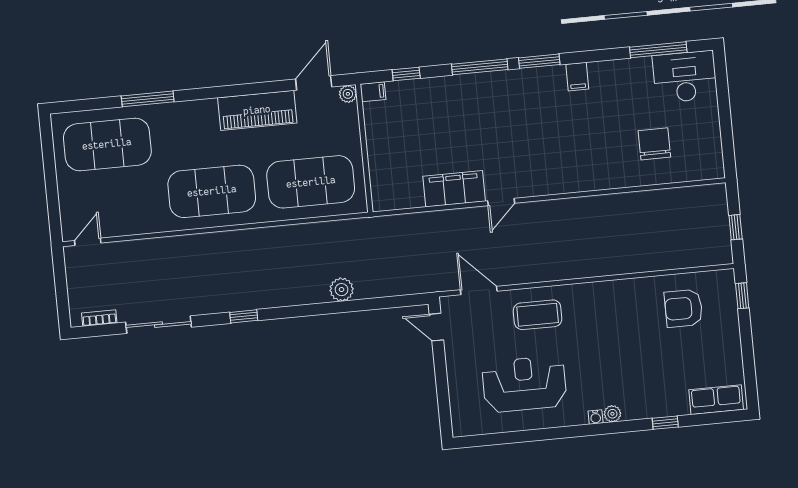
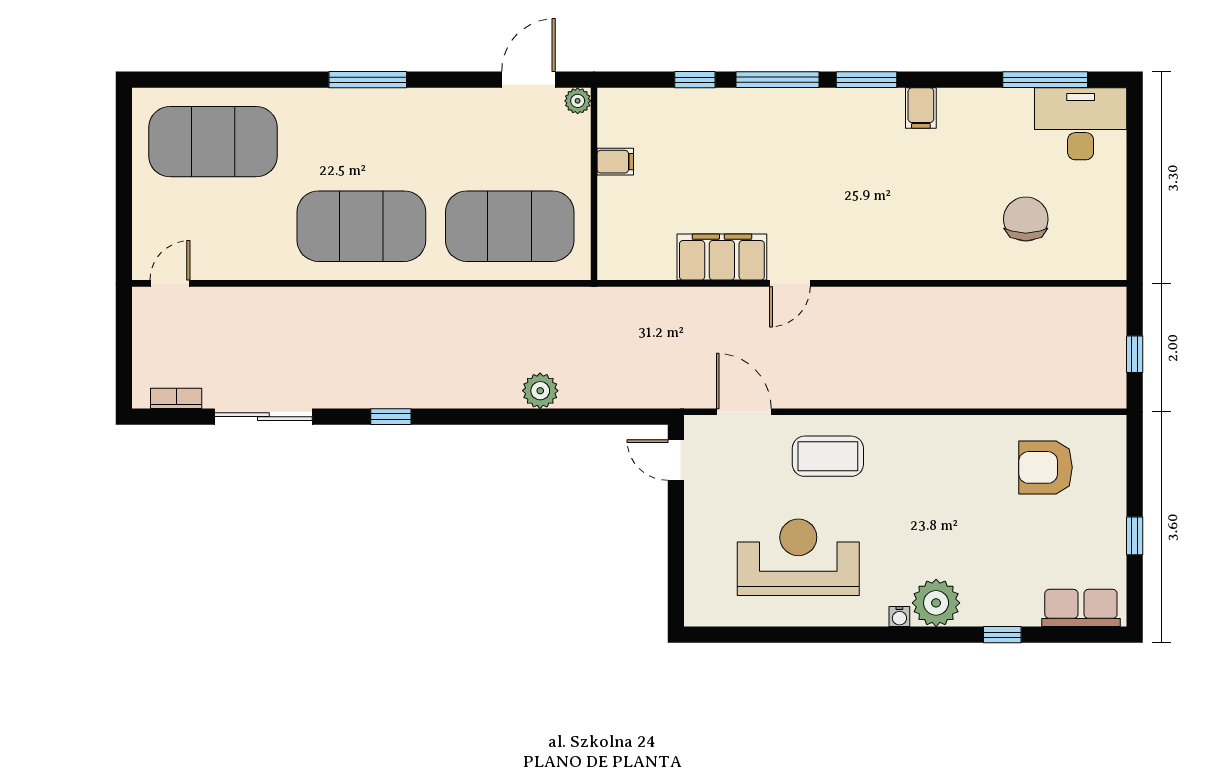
window: (406, 74) -> (695, 80), moved
filing cabinet: (373, 92) -> (615, 162), moved
window: (148, 99) -> (368, 80), moved
piano: (257, 110) -> (441, 112), removed
window: (742, 296) -> (1135, 536), moved
plant: (612, 414) -> (936, 603), width x1.87, depth x1.87

